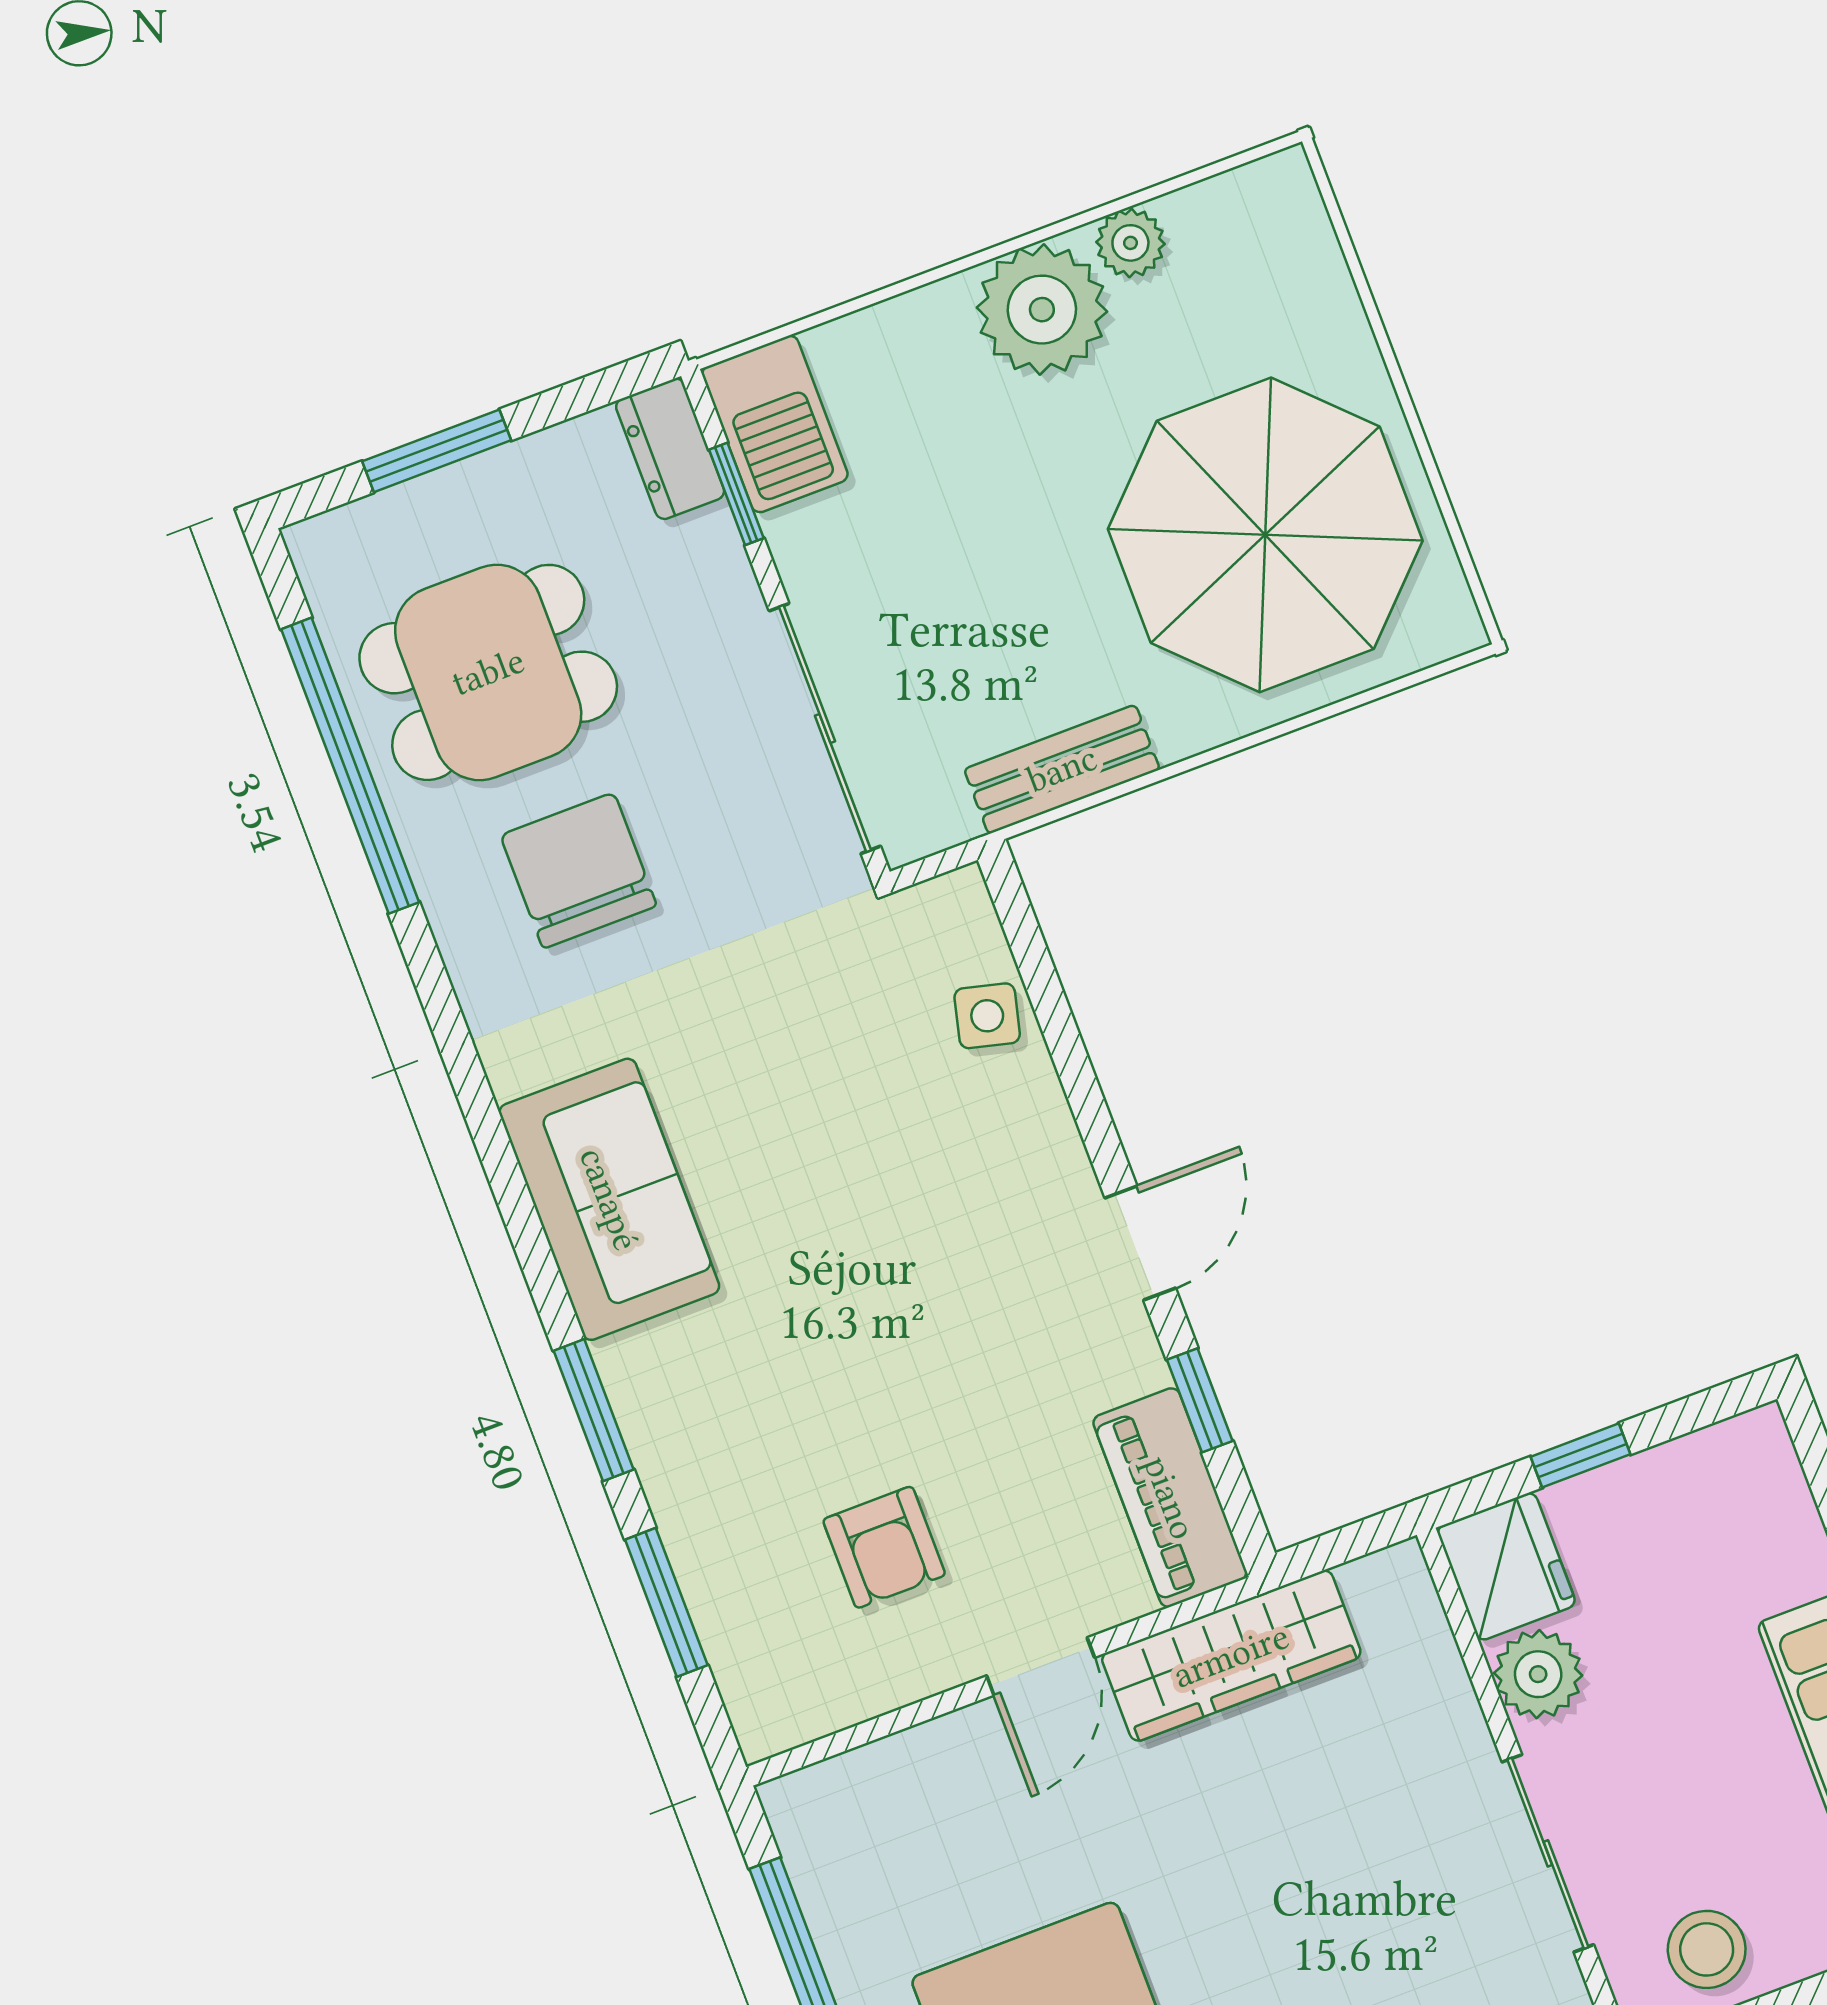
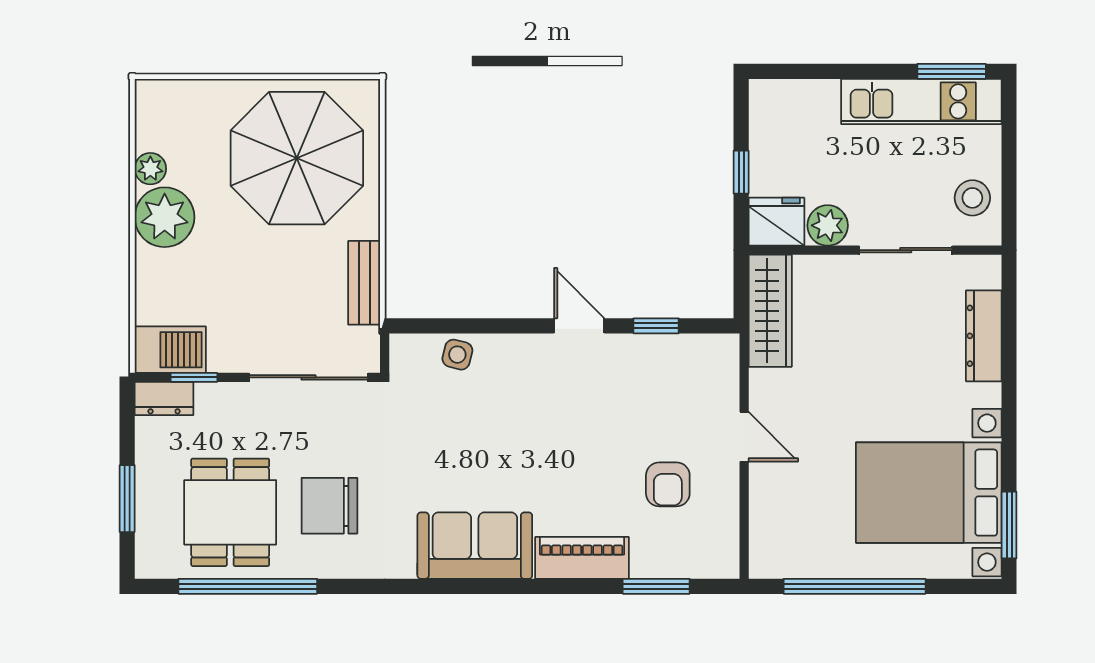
window: (594, 1410) -> (562, 586), removed
piano: (1170, 1498) -> (582, 558), moved, turned 180
armchair: (884, 1547) -> (668, 484), turned 90
wardrobe: (1231, 1656) -> (770, 311), moved

